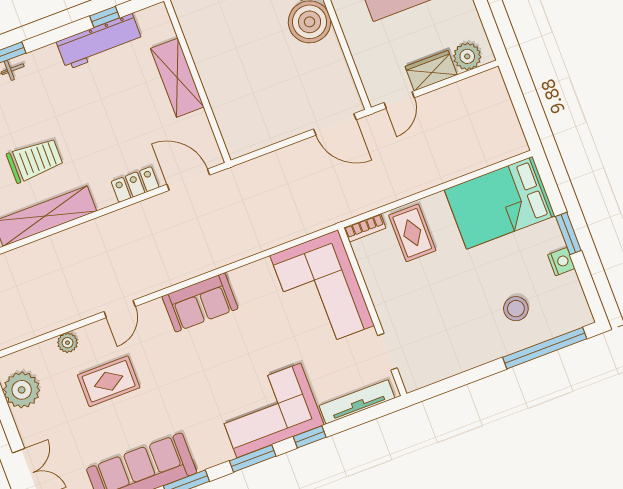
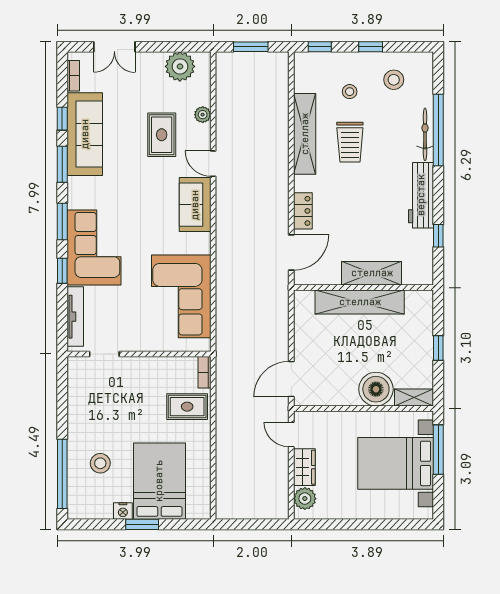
workbench: (99, 42) -> (421, 195), moved
shelving: (216, 79) -> (360, 302), added
bed: (500, 203) -> (159, 481), moved
corner sofa: (322, 290) -> (181, 296), moved, turned -90
sofa: (200, 303) -> (195, 205), moved

